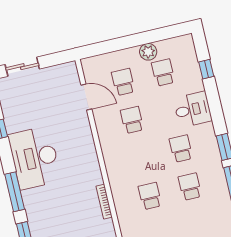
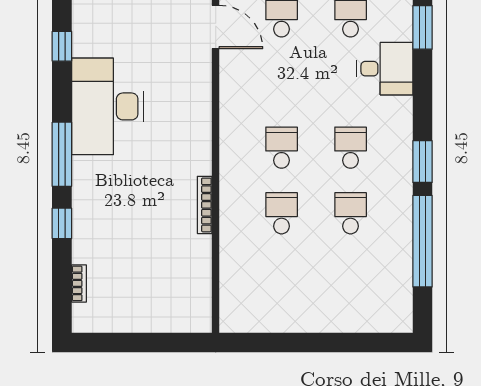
window: (206, 69) -> (423, 27), width x1.50
desk: (193, 109) -> (385, 69), moved
school desk: (132, 120) -> (282, 148), moved

